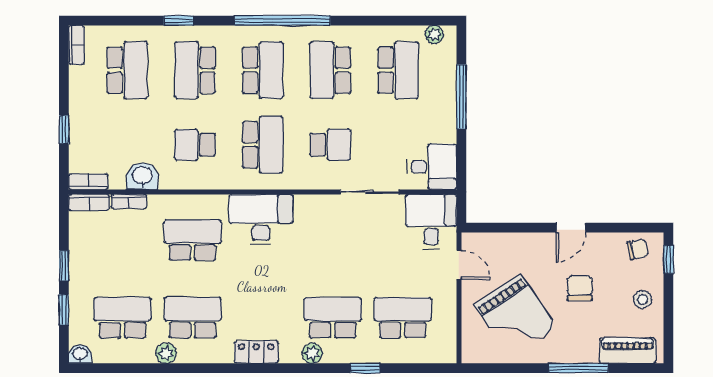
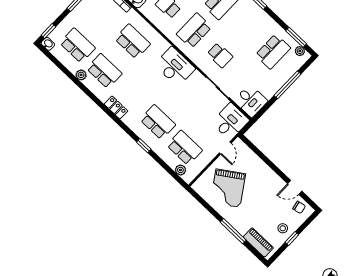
window: (411, 21) -> (296, 37), added
school desk: (330, 70) -> (247, 27), removed
school desk: (263, 145) -> (194, 31), turned 180
desk: (261, 219) -> (175, 67), moved
door: (571, 228) -> (295, 187), moved
window: (668, 259) -> (292, 239), moved
chair: (580, 288) -> (263, 201), removed
window: (64, 310) -> (48, 31), moved
plant: (312, 353) -> (180, 170), moved
window: (365, 368) -> (144, 146), moved

